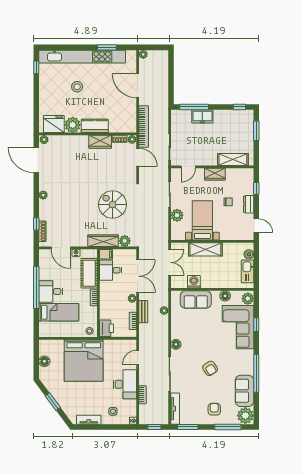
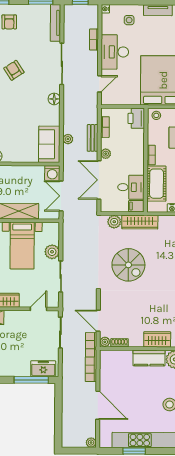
freezer: (202, 116) -> (43, 369), moved
wardrobe: (100, 142) -> (157, 339), moved
washing machine: (194, 282) -> (52, 173), moved
sofa: (196, 300) -> (49, 144), moved, turned -90

